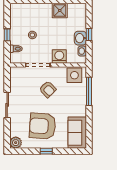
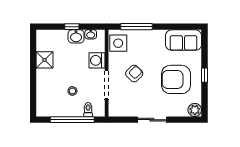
window: (7, 35) -> (72, 120), width x3.17
armchair: (43, 126) -> (176, 79), turned 86

